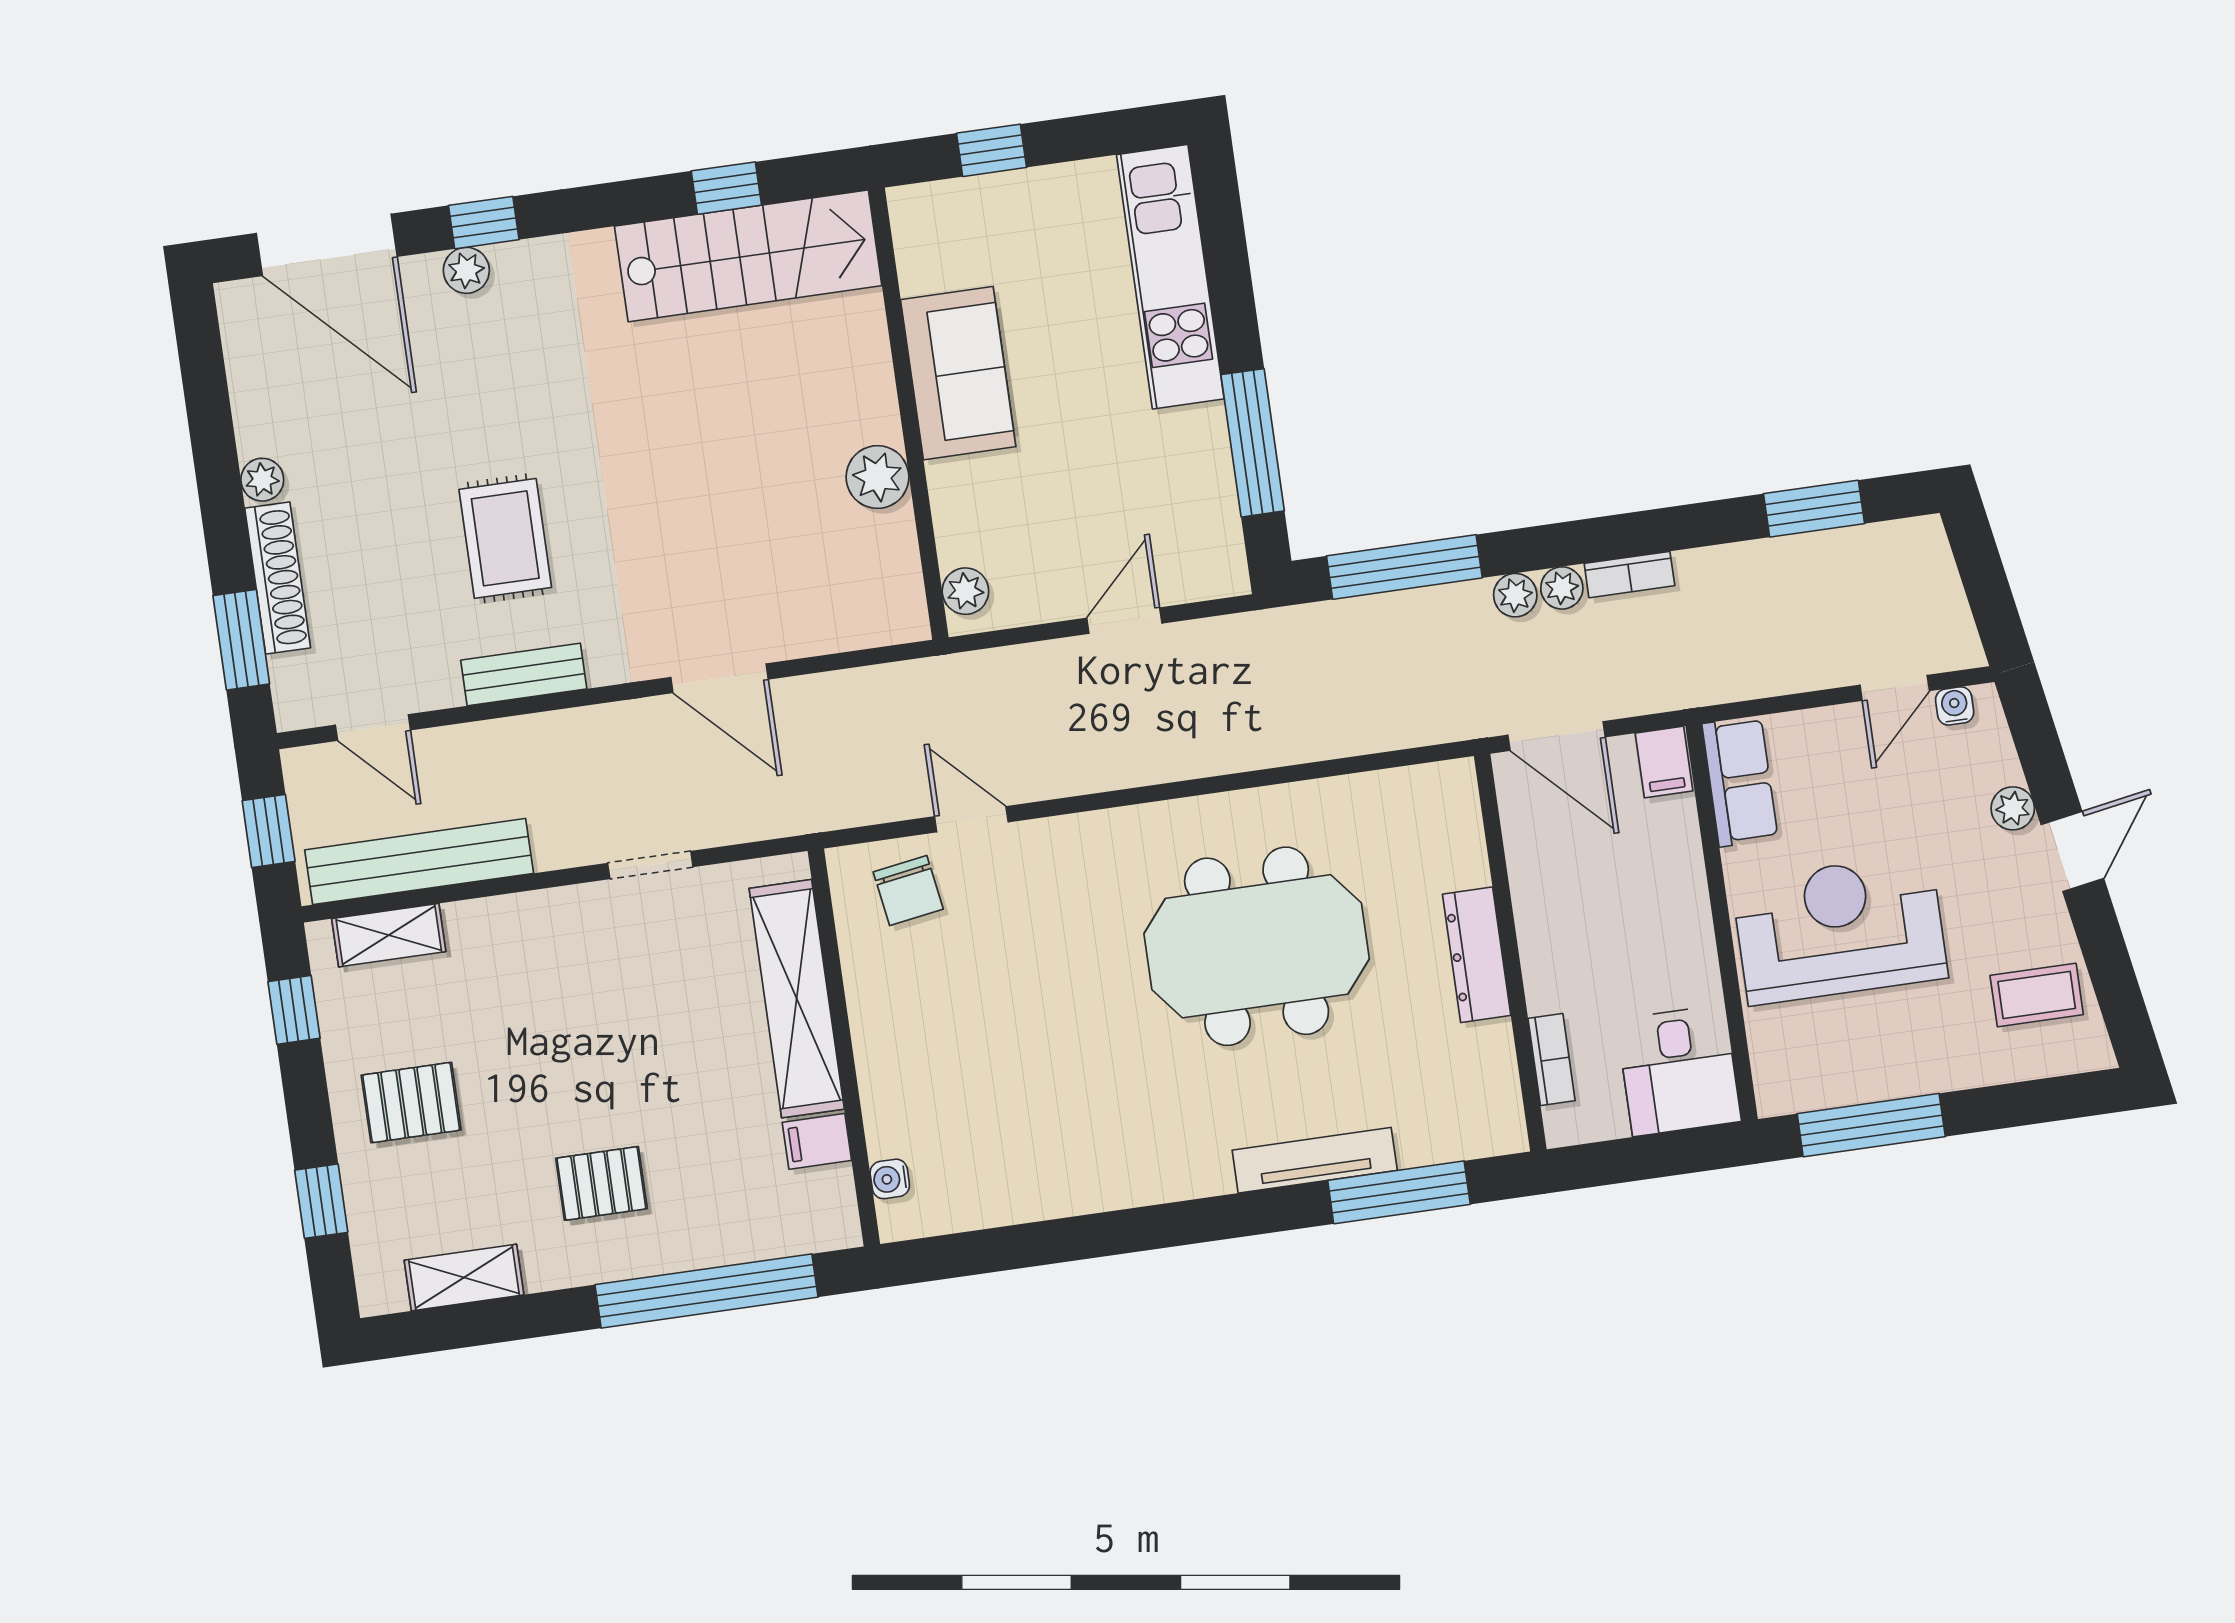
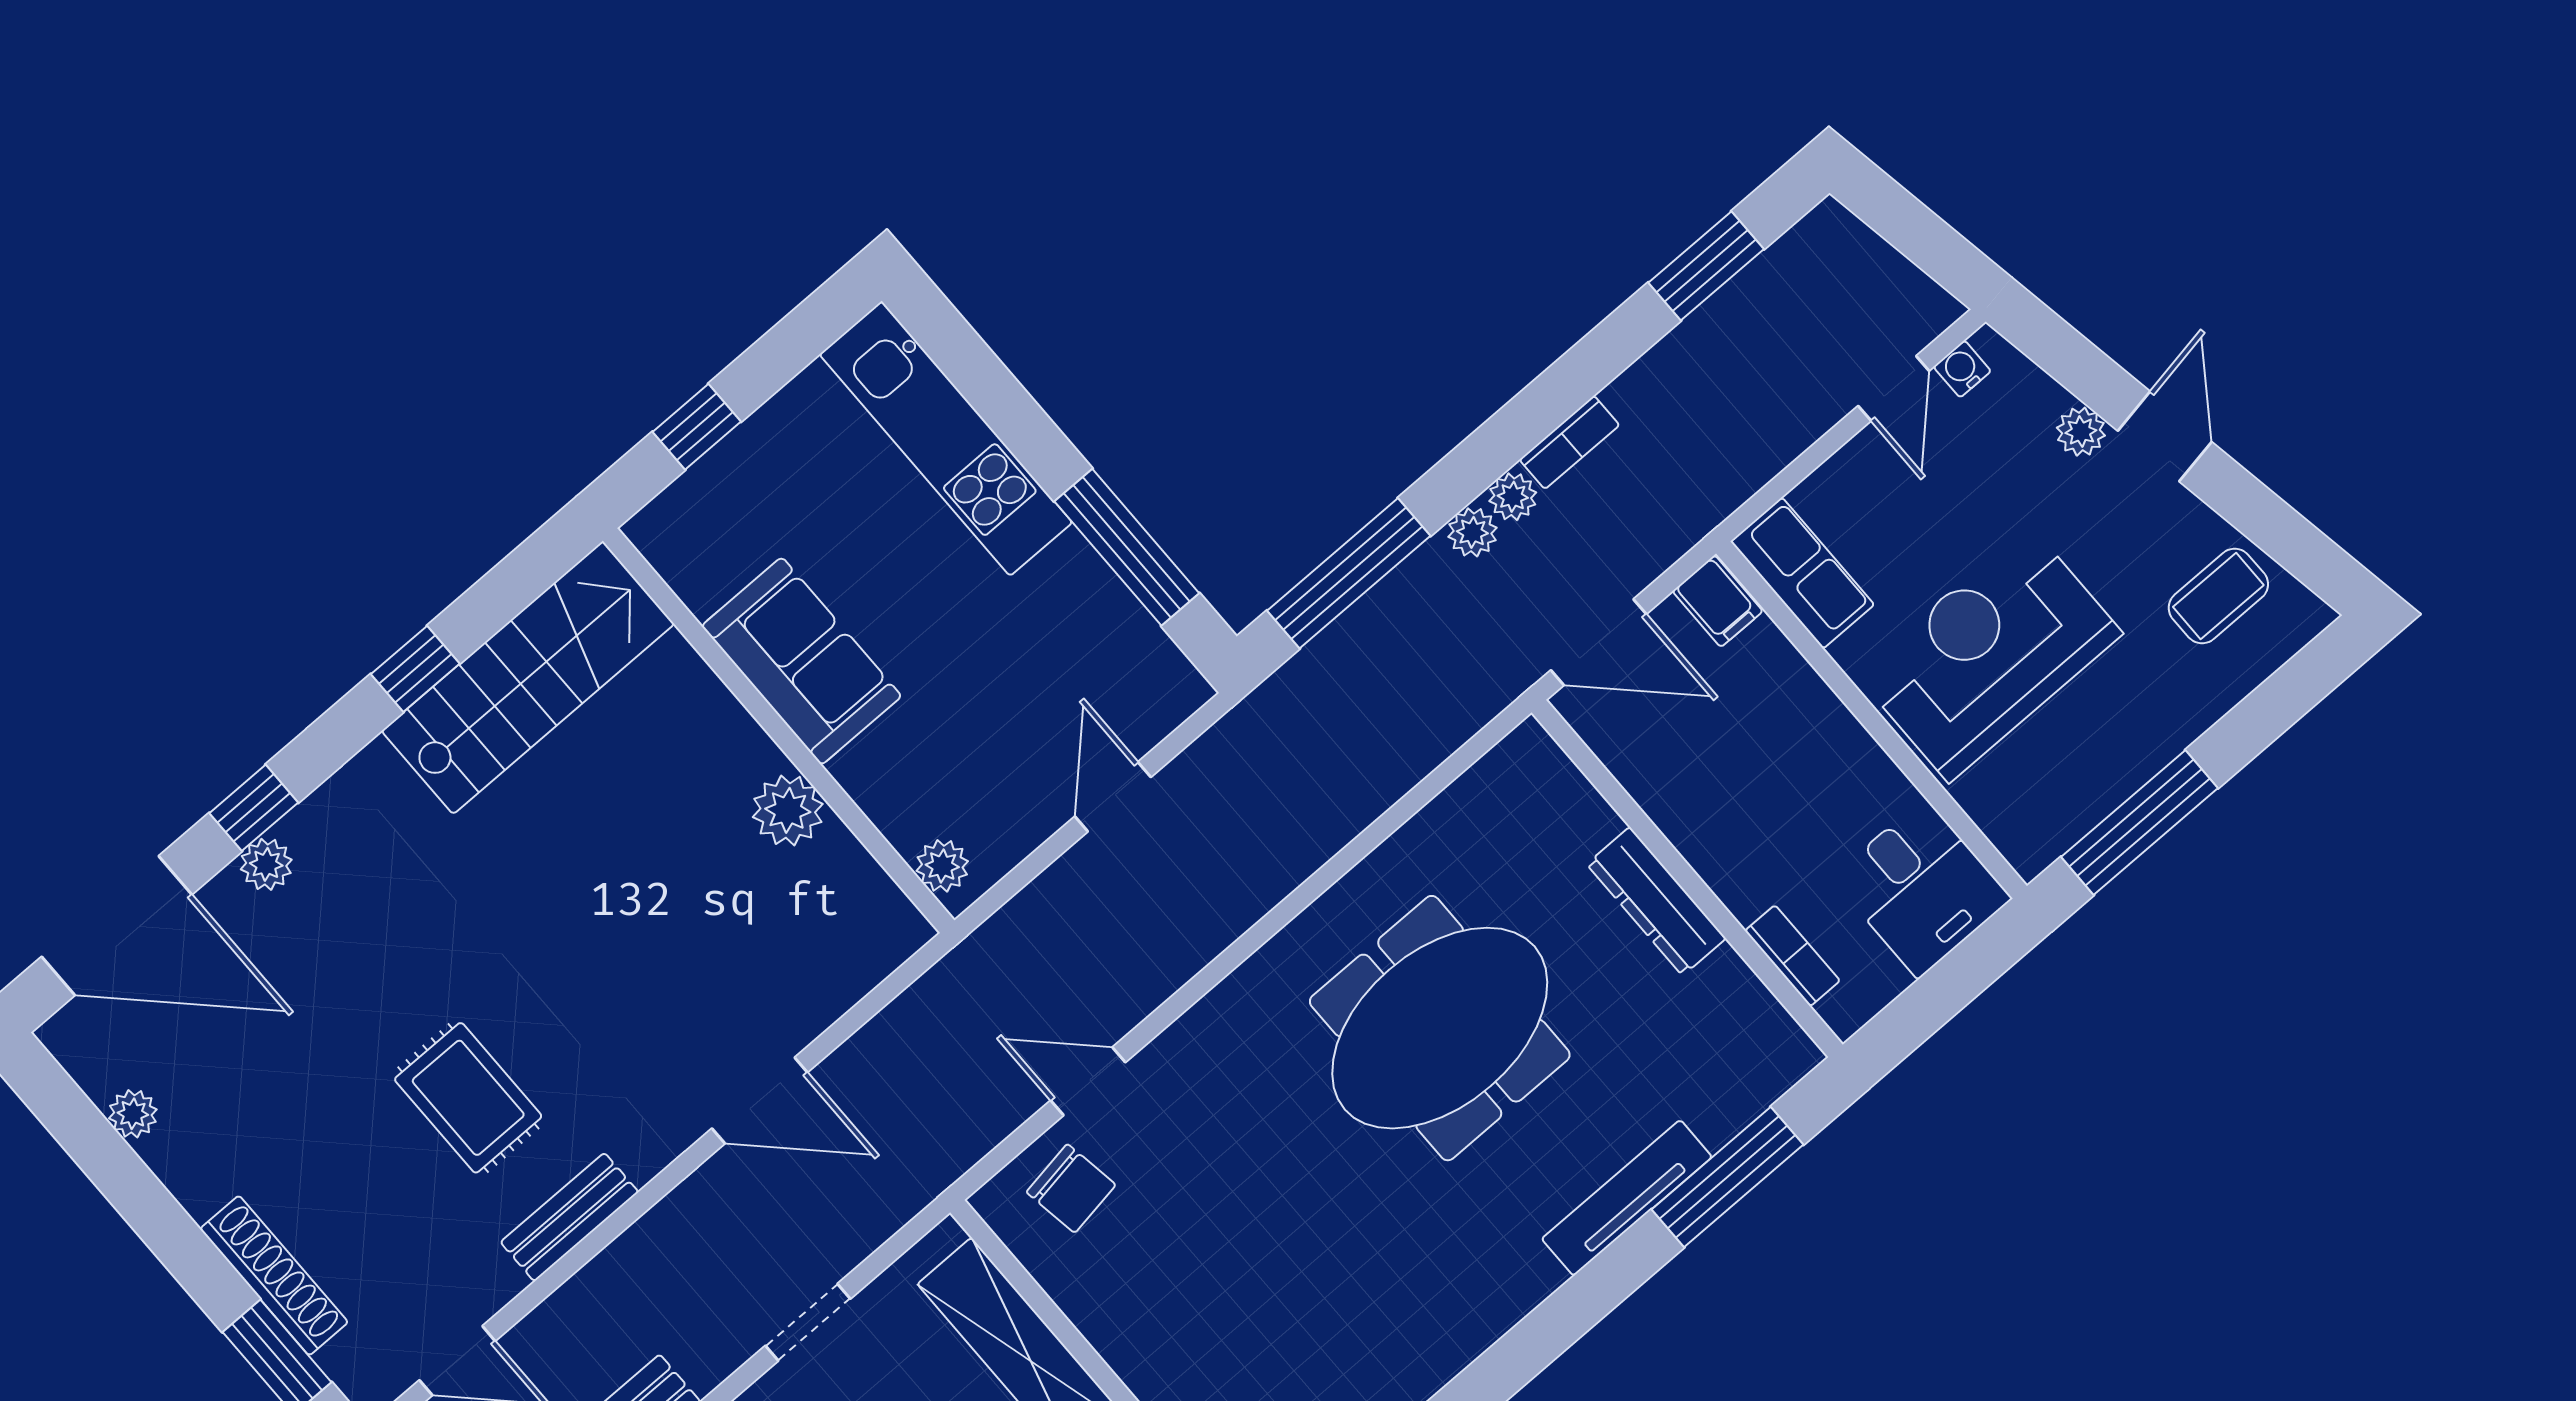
window: (726, 188) -> (415, 669), moved
plant: (262, 480) -> (133, 1114), moved

